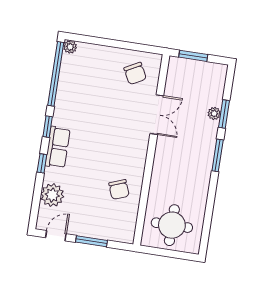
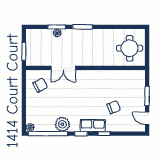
double door: (157, 115) -> (63, 68), swing flipped
chair: (119, 189) -> (114, 107), moved
plant: (52, 195) -> (62, 124), moved

